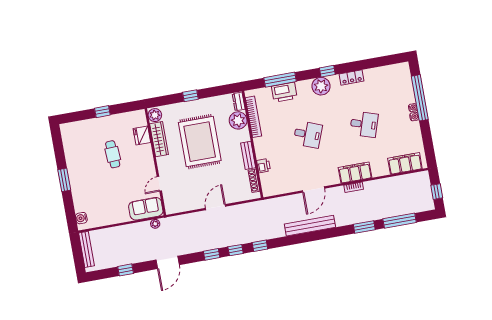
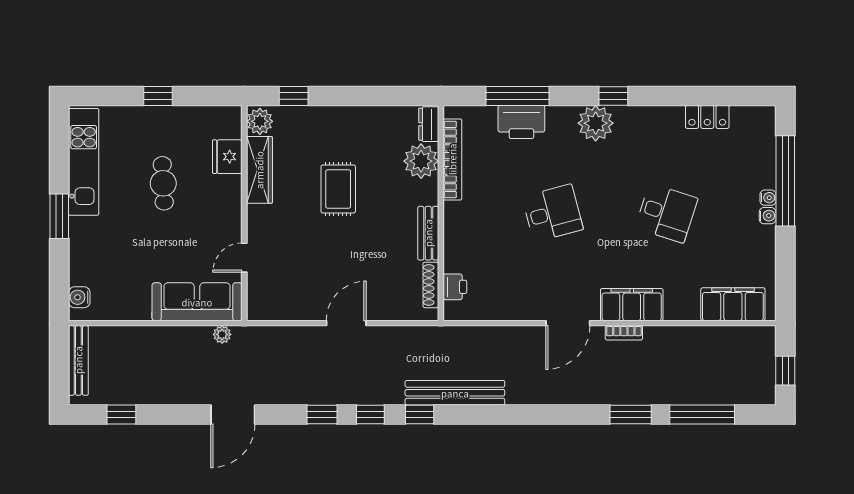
locker: (352, 77) -> (707, 117), moved
window: (190, 96) -> (294, 96), moved
desk: (308, 134) -> (553, 213), turned -36
rug: (200, 142) -> (338, 189), width x0.54, depth x0.49
kitchen unit: (71, 151) -> (84, 162), added
printer: (264, 166) -> (455, 287), moved
door: (314, 190) -> (568, 323), moved
sofa: (146, 209) -> (197, 302), width x1.36
bench: (310, 226) -> (455, 393), moved
window: (126, 270) -> (121, 414), moved

